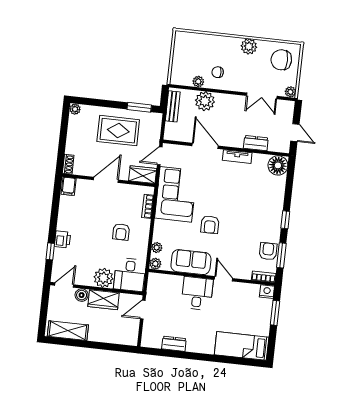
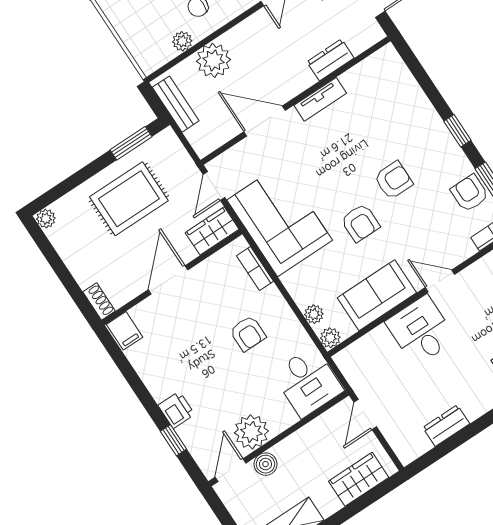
floor lamp: (278, 165) -> (386, 65), removed
armchair: (240, 218) -> (393, 180), added
plant: (104, 278) -> (251, 432), moved
wardrobe: (104, 300) -> (359, 479), moved, turned 180

